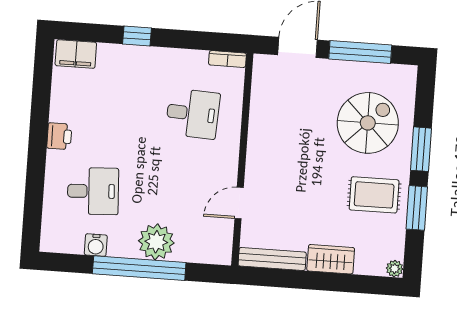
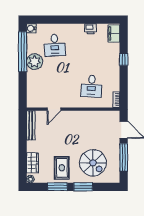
printer: (59, 136) -> (91, 29), moved
door: (239, 203) -> (54, 109), swing flipped
plant: (156, 242) -> (35, 62), moved
water cooler: (96, 245) -> (31, 28), moved
wardrobe: (331, 259) -> (32, 163), moved
window: (139, 268) -> (23, 52), moved

